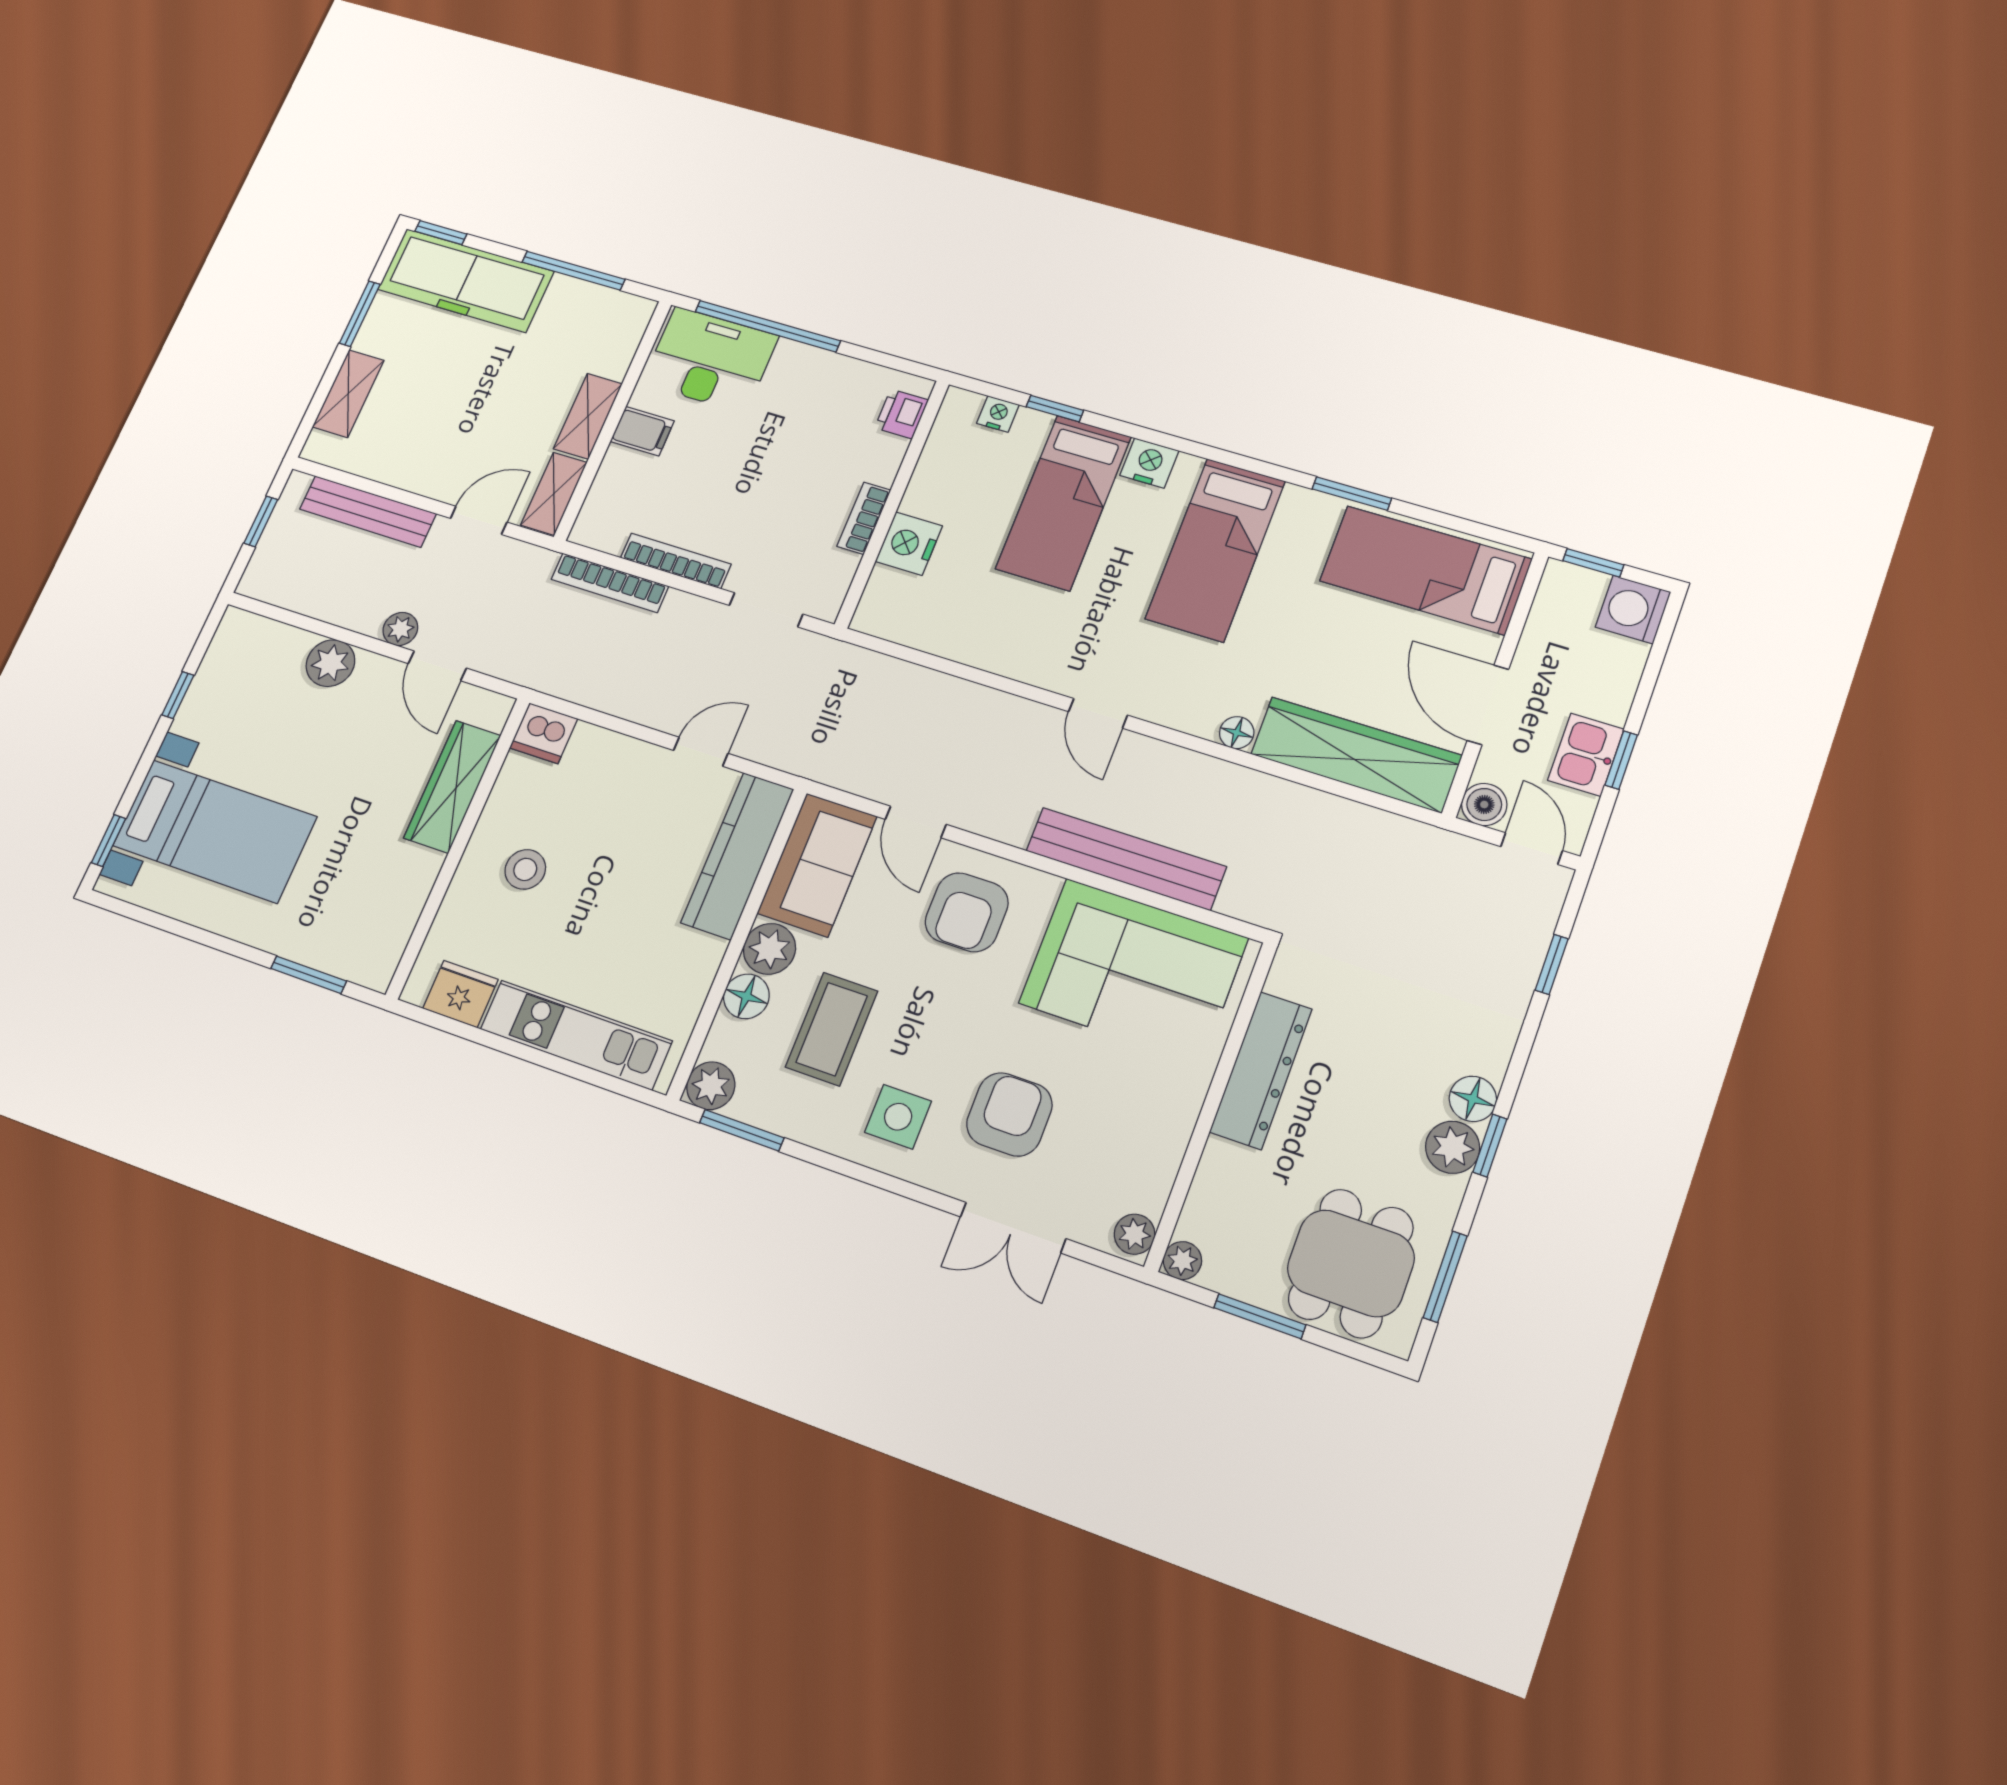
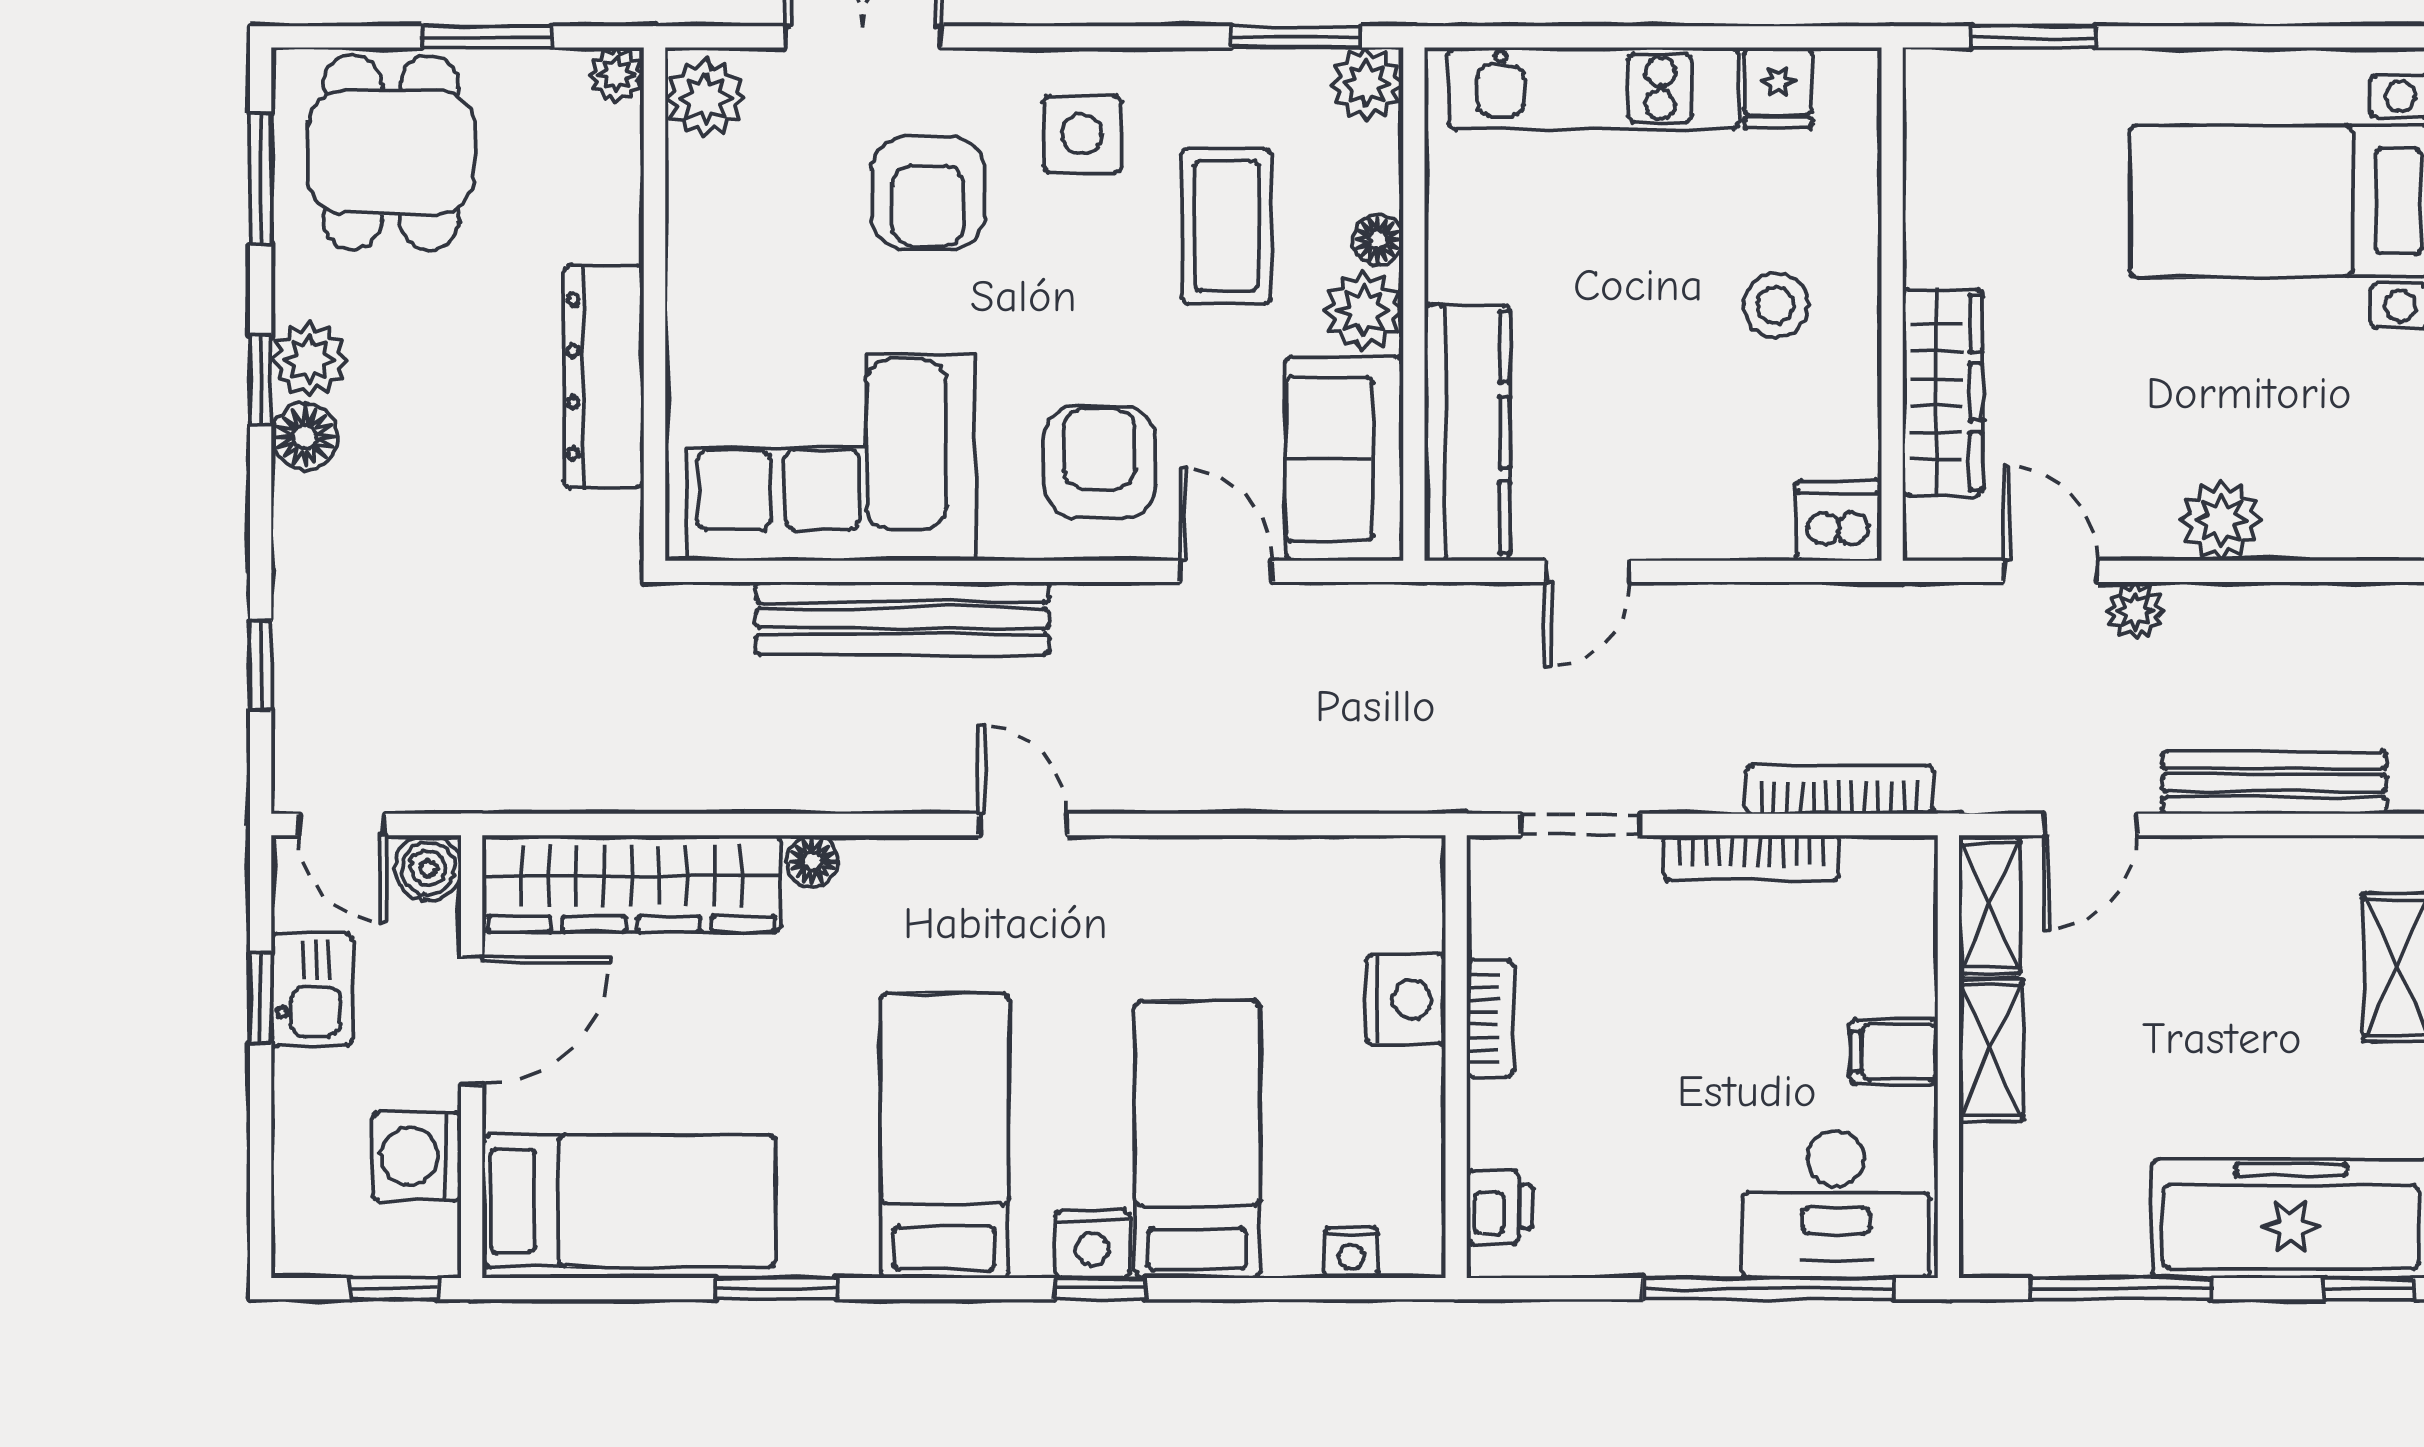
window: (1055, 409) -> (1100, 1289), moved
washing machine: (1633, 609) -> (417, 1157), moved, turned 180
door: (1488, 705) -> (472, 1020), hinge flipped
fridge: (460, 994) -> (1778, 88), width x0.72
floor lamp: (746, 996) -> (1378, 240), width x0.73, depth x0.73
plant: (1135, 1234) -> (705, 98), width x1.38, depth x1.38

